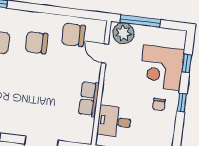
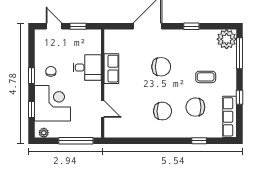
plant: (123, 33) -> (44, 133), moved, width x0.53, depth x0.53
chair: (73, 35) -> (161, 67), moved
desk: (114, 121) -> (87, 68), moved

